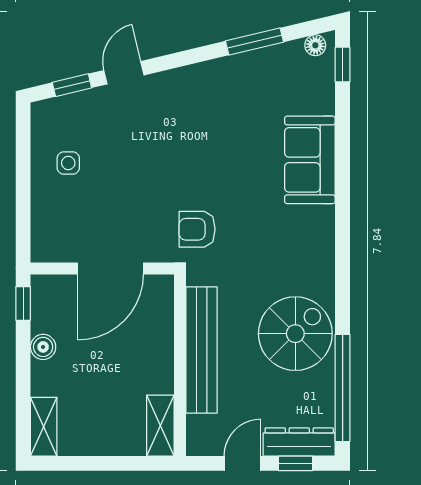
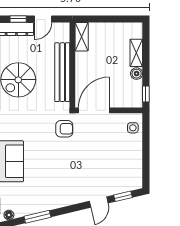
side table: (68, 163) -> (133, 128), moved
door: (111, 269) -> (94, 110), moved
shelving: (44, 427) -> (136, 53), moved

